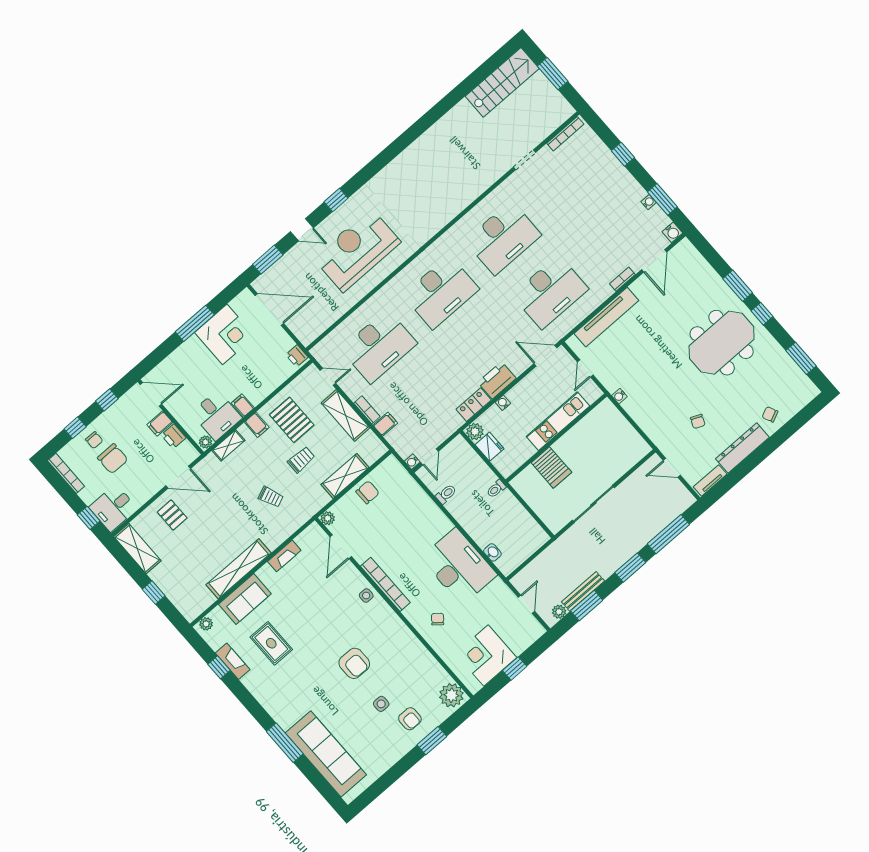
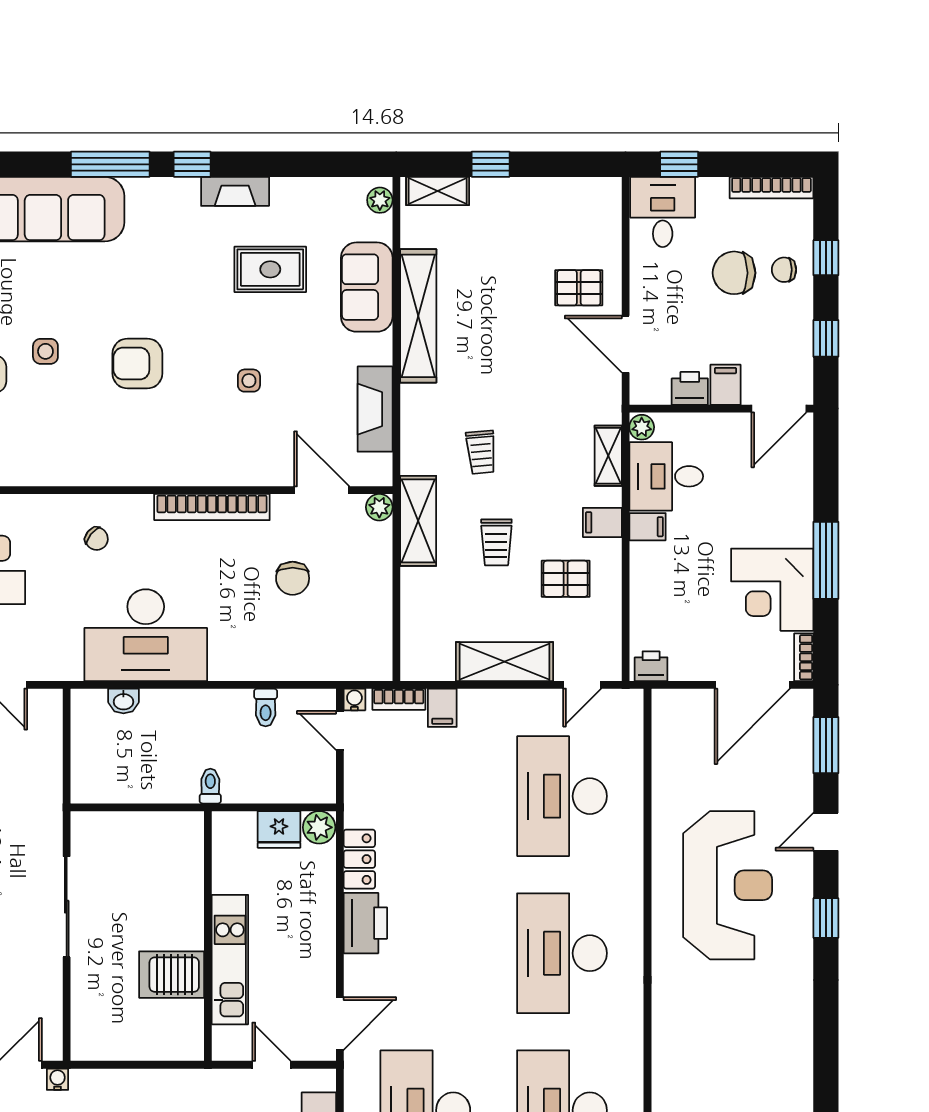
bookcase: (241, 299) -> (804, 657), added
water cooler: (619, 396) -> (58, 1079), moved
water cooler: (503, 403) -> (325, 904), removed
bookcase: (367, 410) -> (399, 699), moved
pallet: (292, 420) -> (566, 579), width x0.67, depth x0.71
server rack: (551, 467) -> (172, 975), moved
shelving: (345, 476) -> (418, 521), moved
door: (178, 477) -> (626, 344), hinge flipped
chair: (368, 492) -> (293, 578), moved
trolley: (271, 497) -> (481, 452), turned -72
shelving: (137, 549) -> (438, 191), moved, width x0.67, depth x0.75
fireplace: (284, 556) -> (375, 409), width x1.37, depth x1.32
side table: (366, 596) -> (249, 381), moved
fireplace: (233, 661) -> (235, 191), moved
window: (219, 667) -> (192, 164), moved

